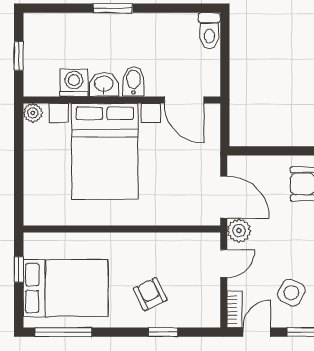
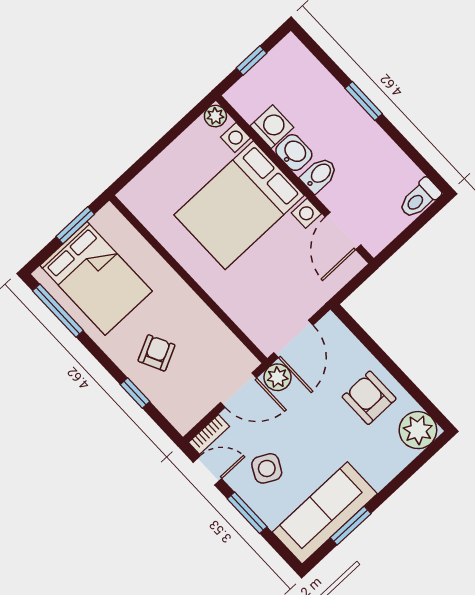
door: (224, 264) -> (238, 390), width x1.38
window: (19, 269) -> (75, 225), width x1.50

